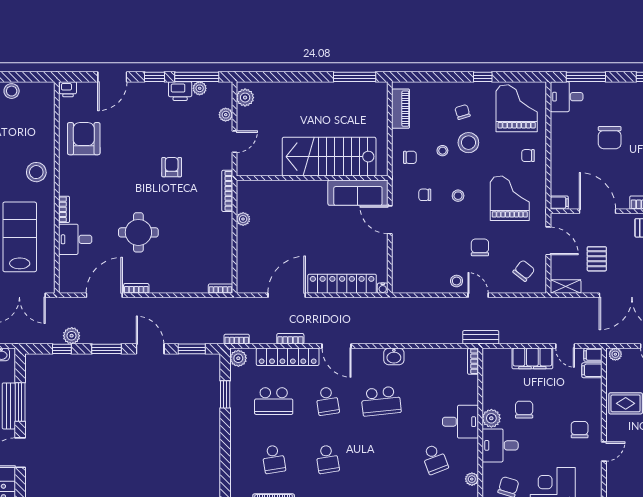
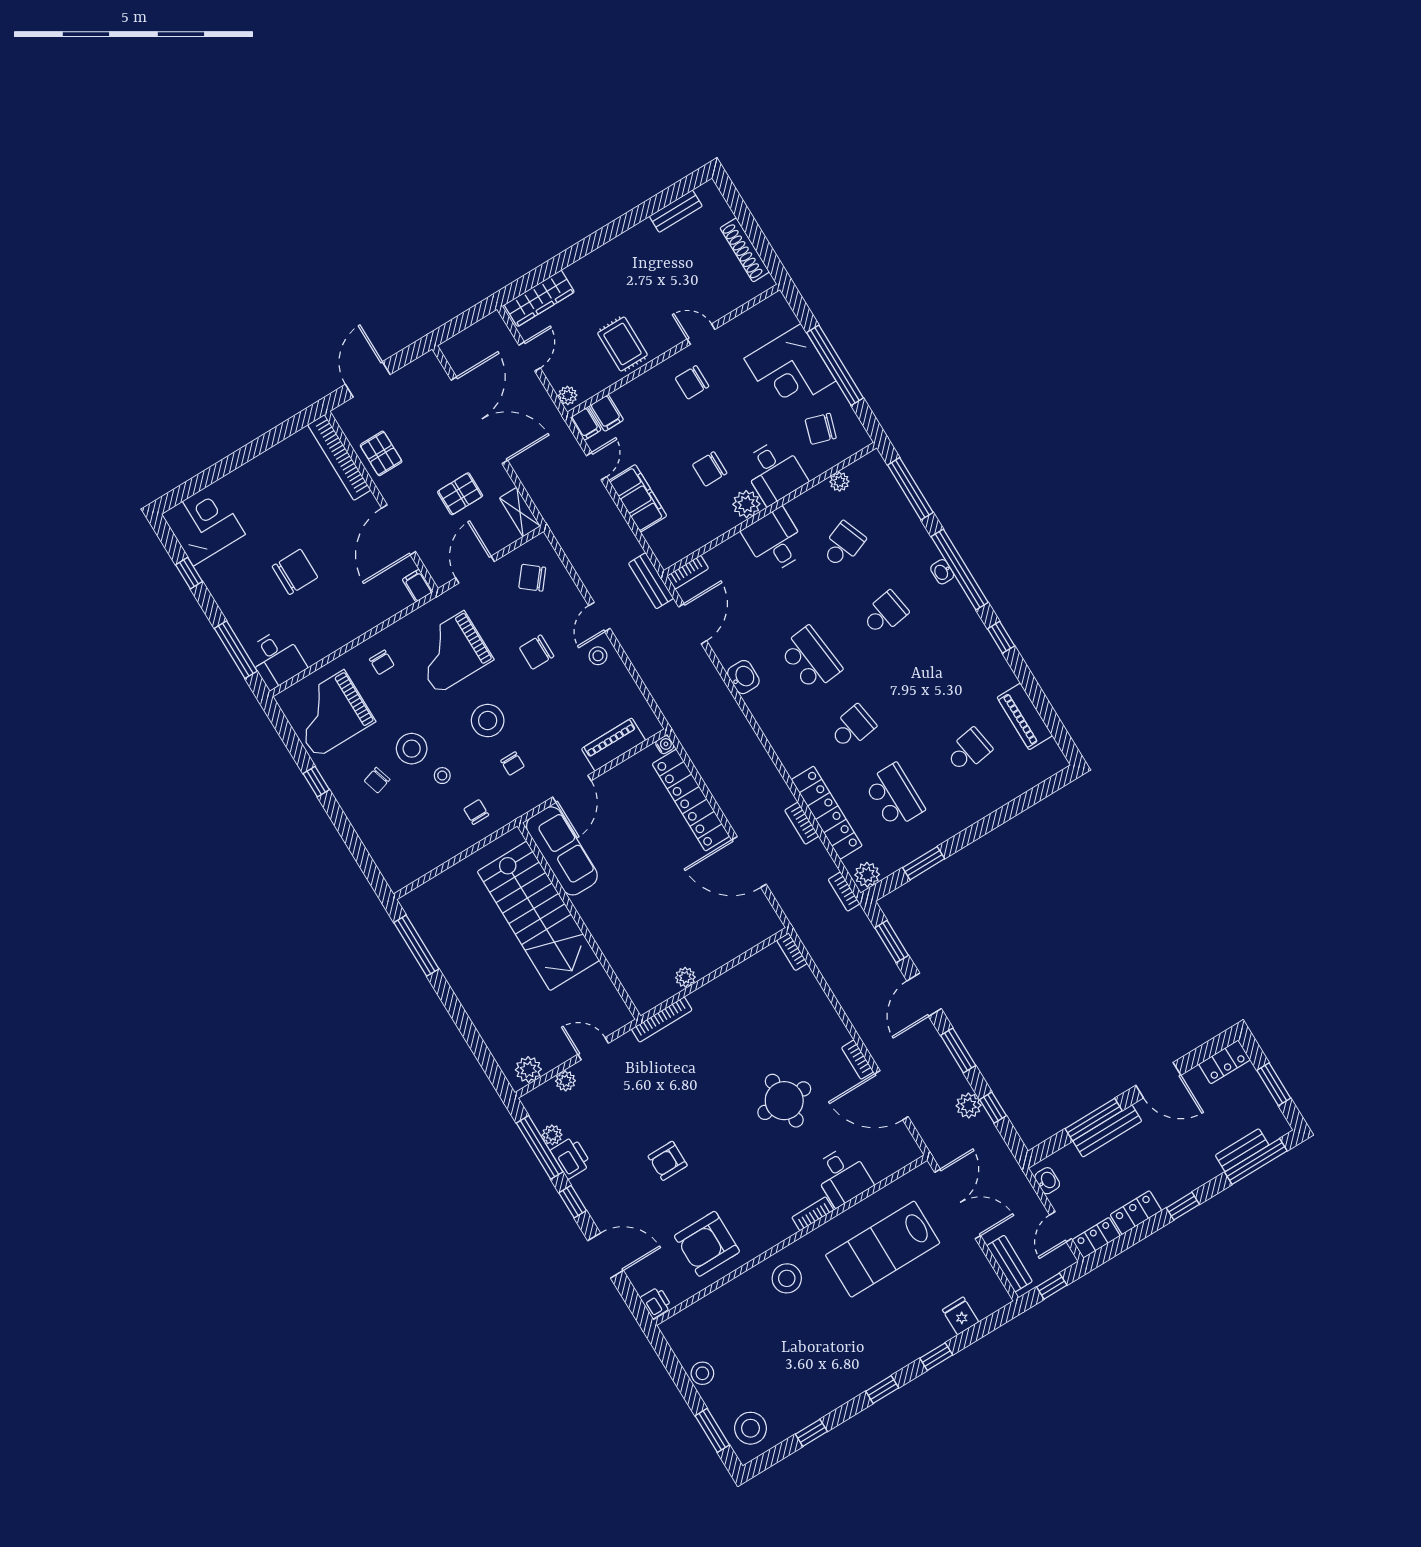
piano: (401, 109) -> (614, 745), moved
armchair: (172, 167) -> (668, 1161), moved
stool: (458, 196) -> (488, 721), width x1.89, depth x1.89
door: (337, 346) -> (693, 624), moved
school desk: (327, 459) -> (885, 613), moved

